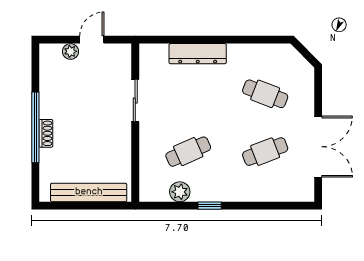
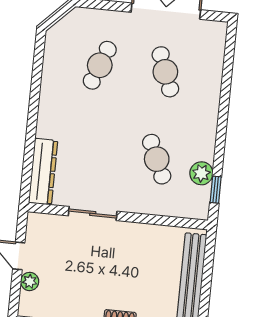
dresser: (198, 54) -> (43, 172), moved
window: (210, 206) -> (216, 190), moved

